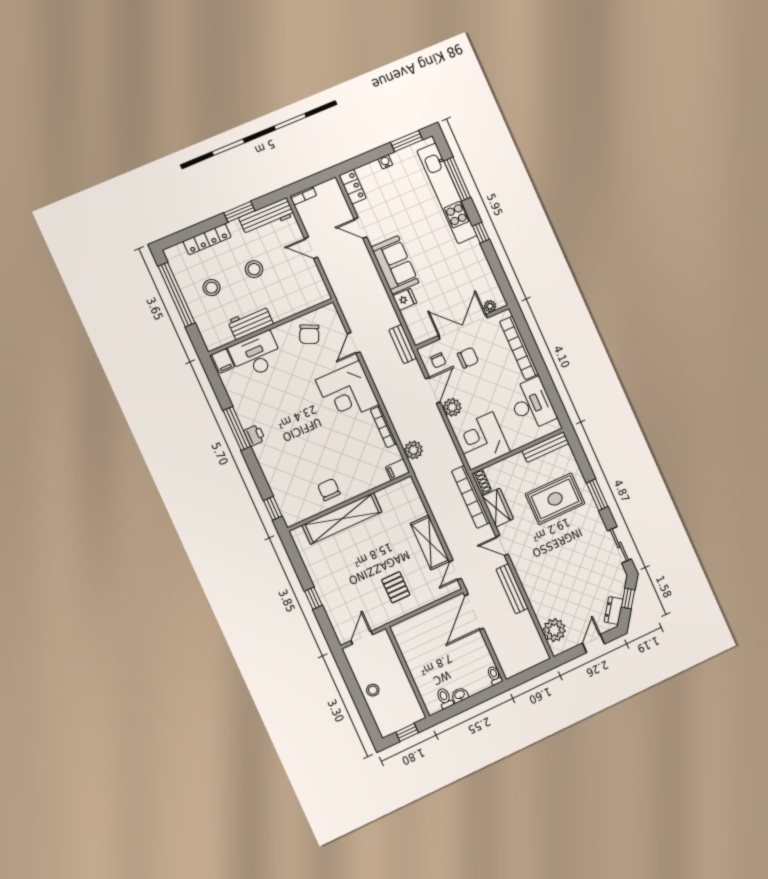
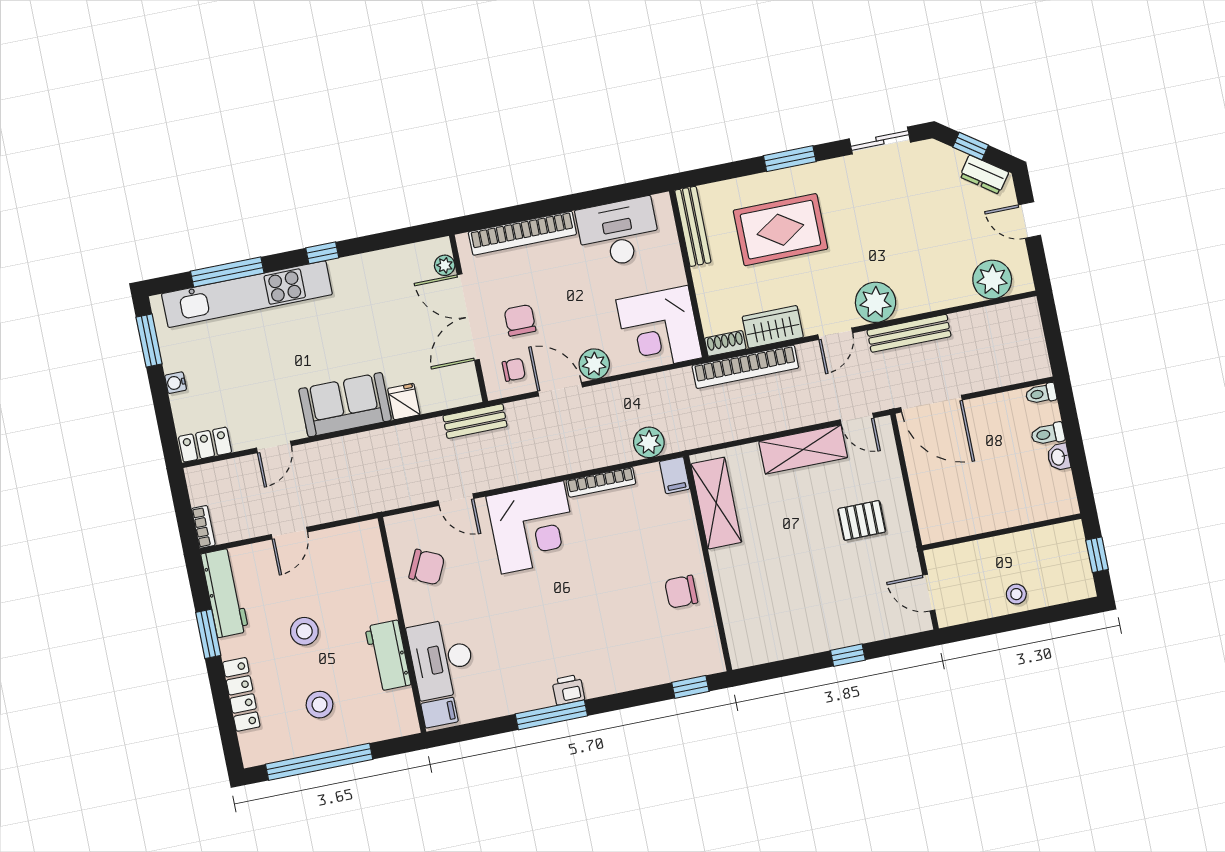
rug: (555, 499) -> (780, 230), turned 90
shelving: (342, 518) -> (716, 503), moved, width x0.68
plant: (526, 565) -> (876, 302), added
toilet: (445, 698) -> (1048, 434), moved

